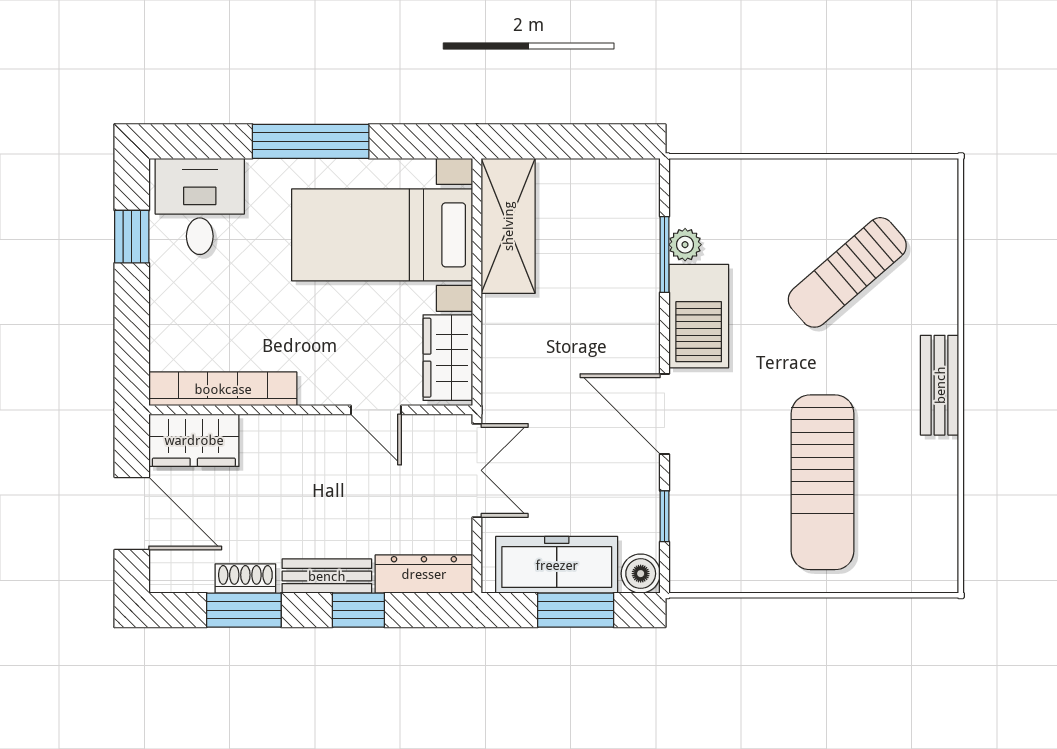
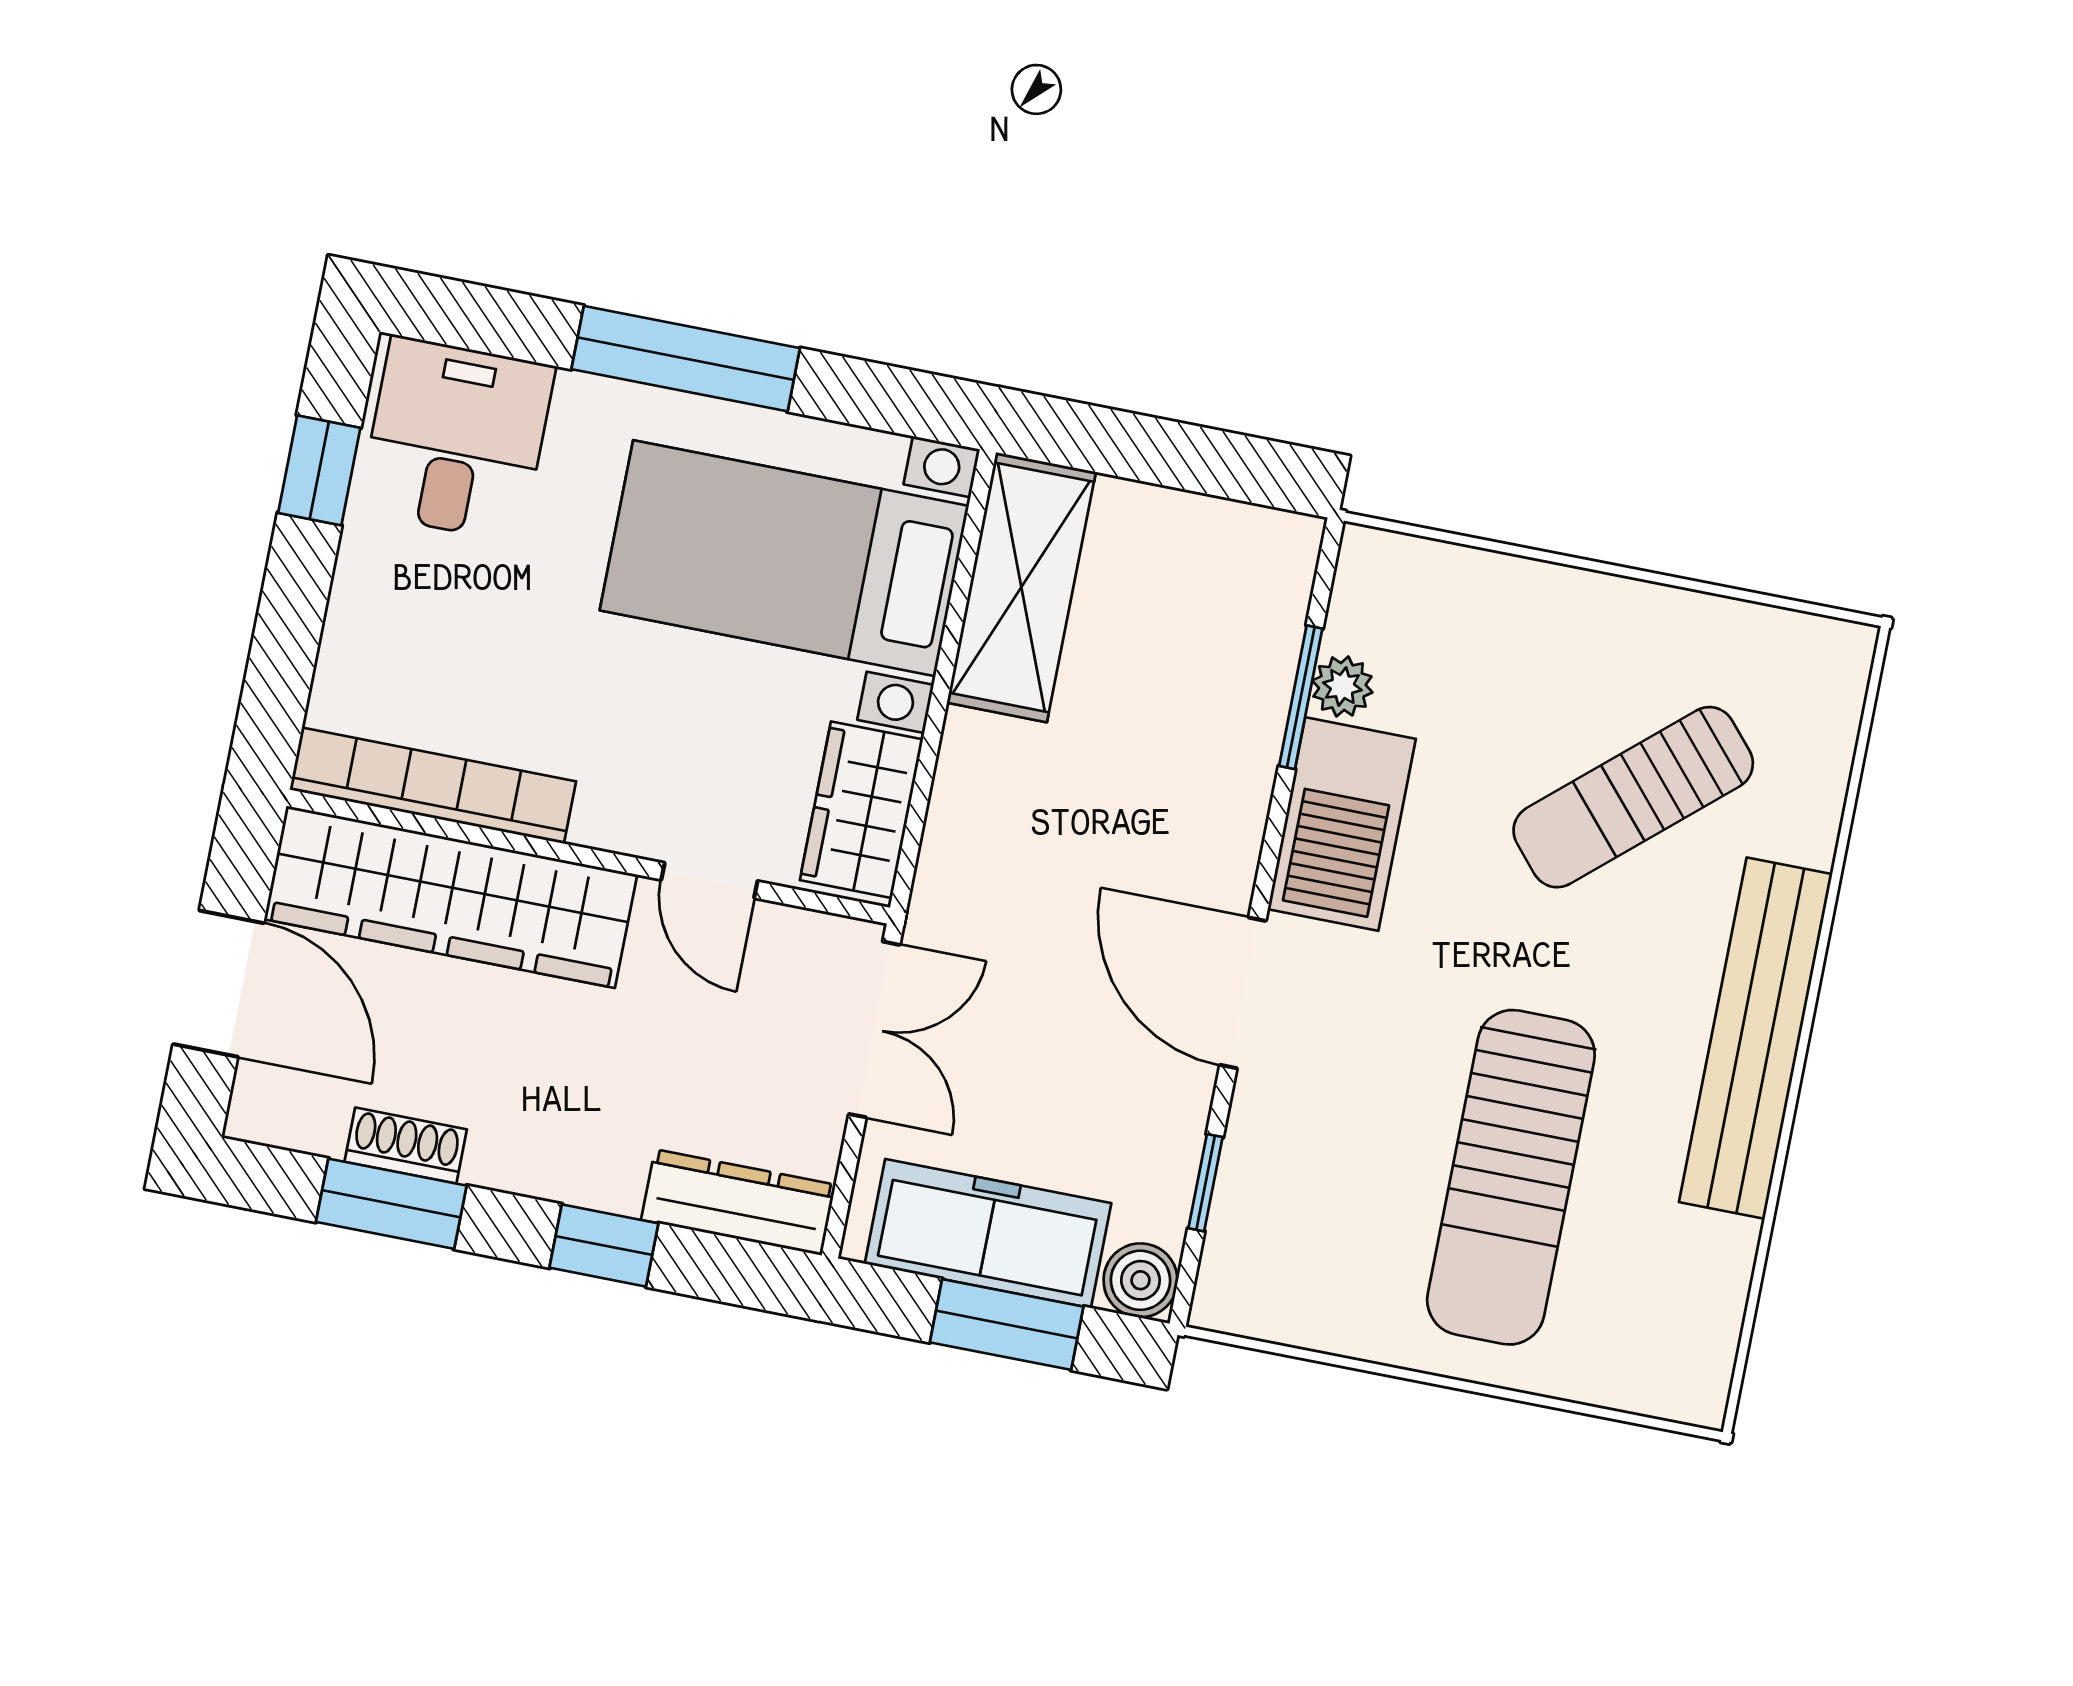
bench: (940, 385) -> (1756, 1038), width x1.86, depth x1.21
wardrobe: (194, 440) -> (451, 897), width x2.10, depth x1.17
bench: (327, 576) -> (558, 1171), removed

